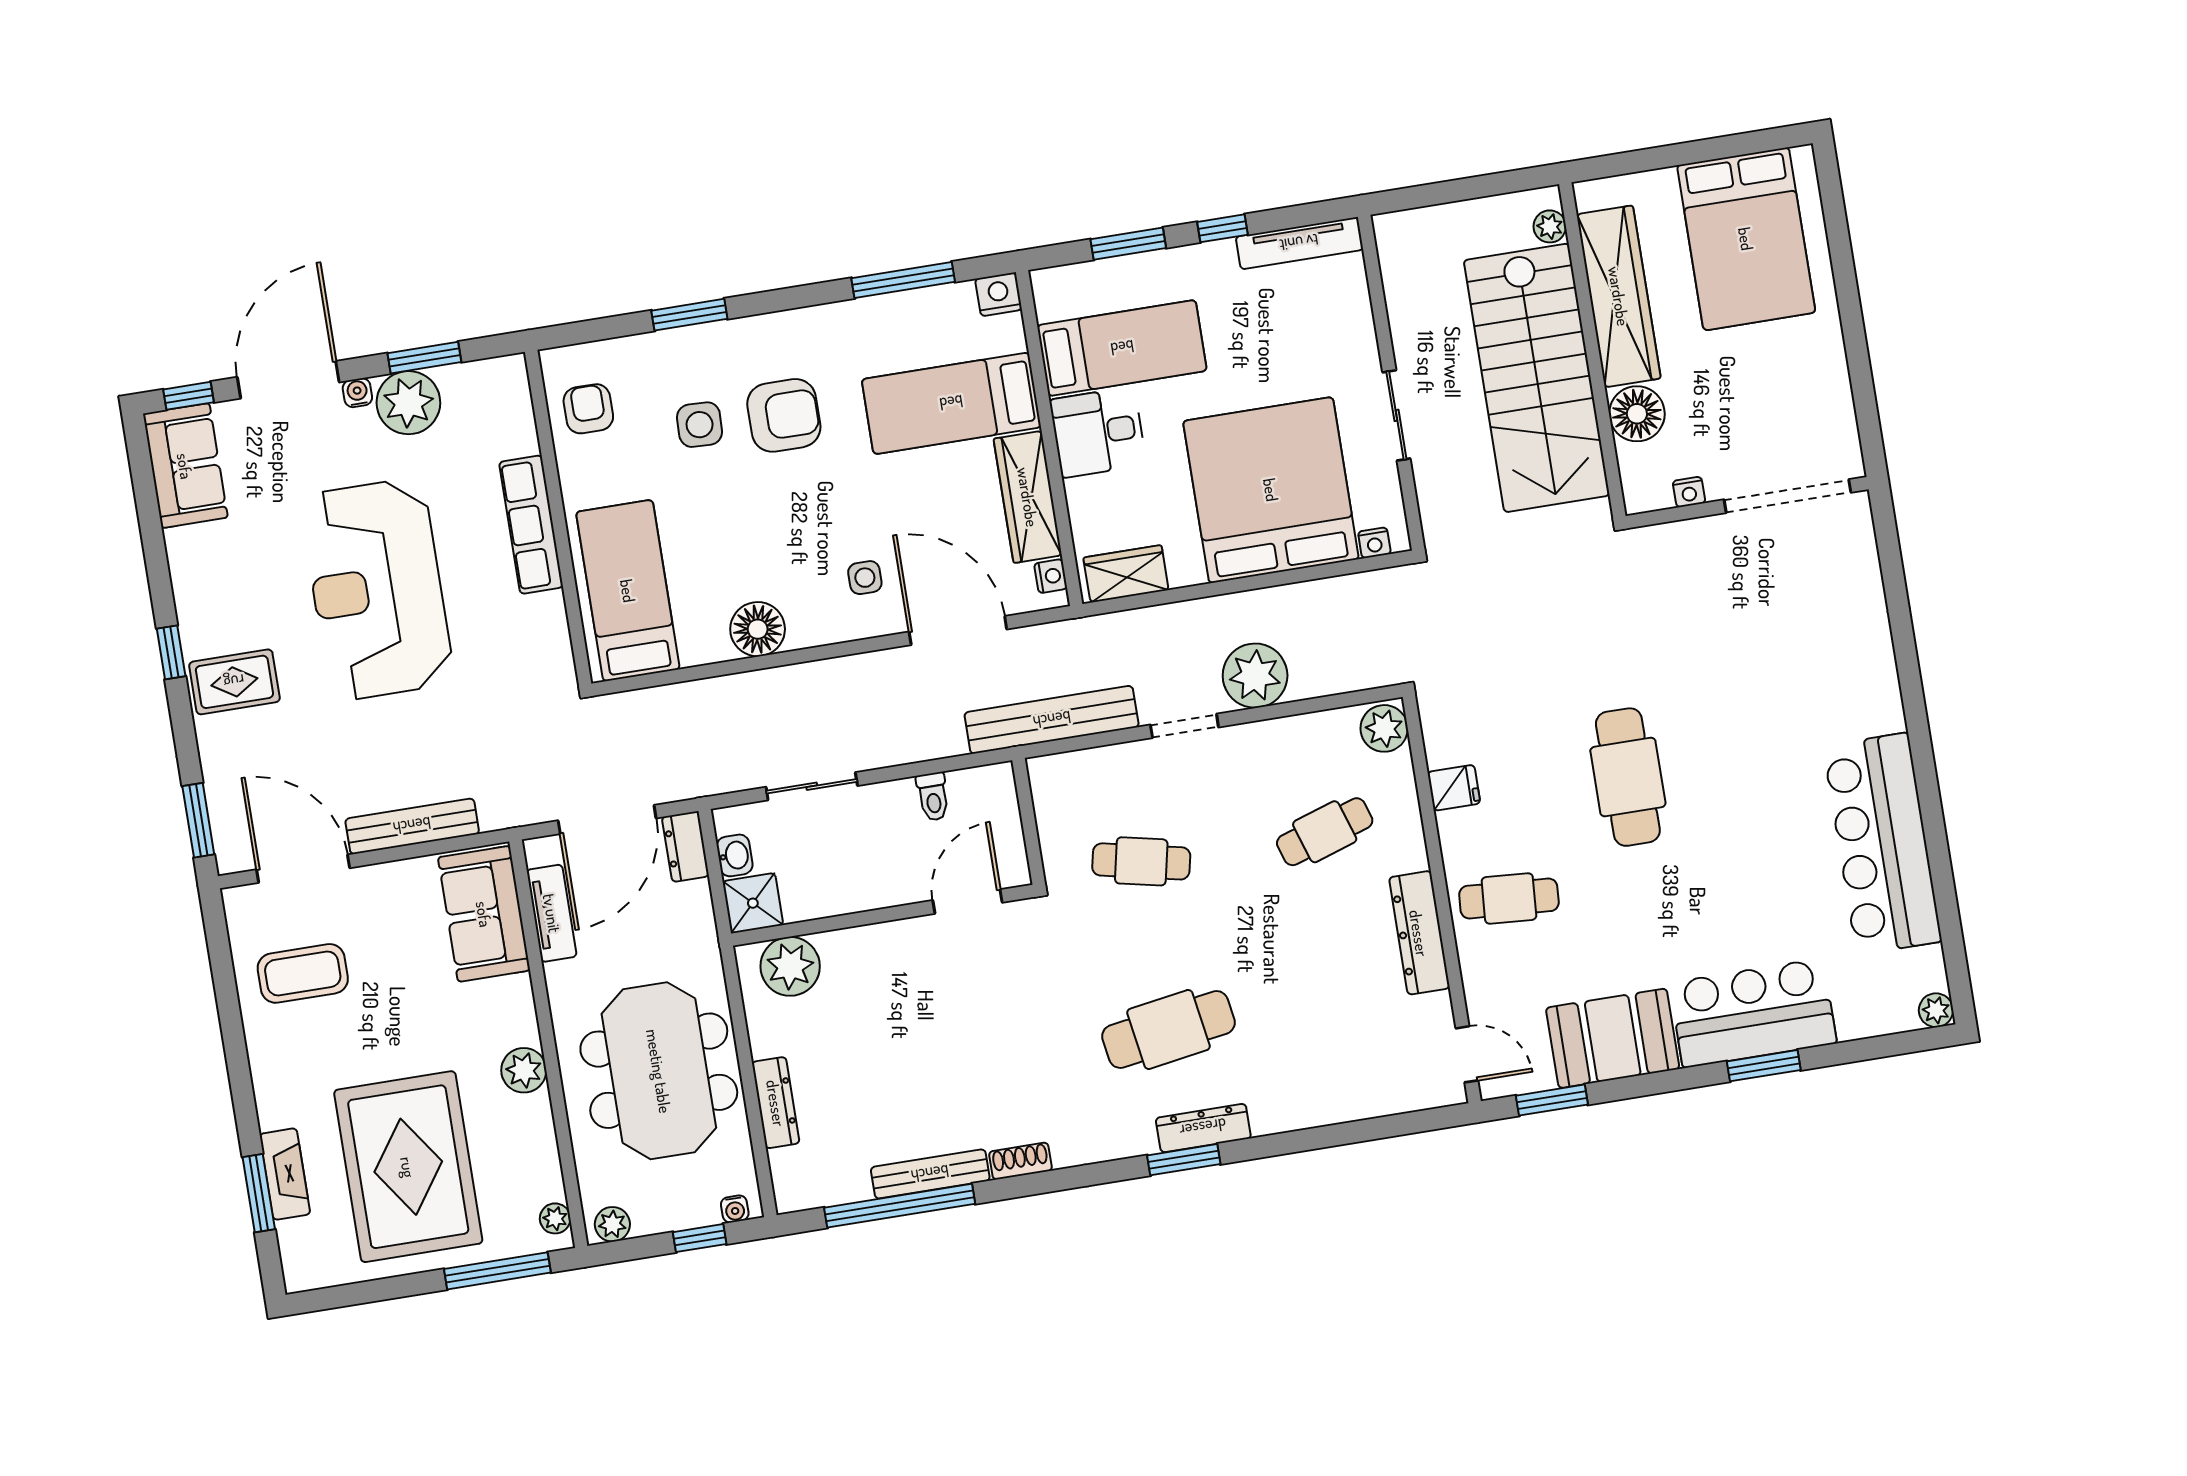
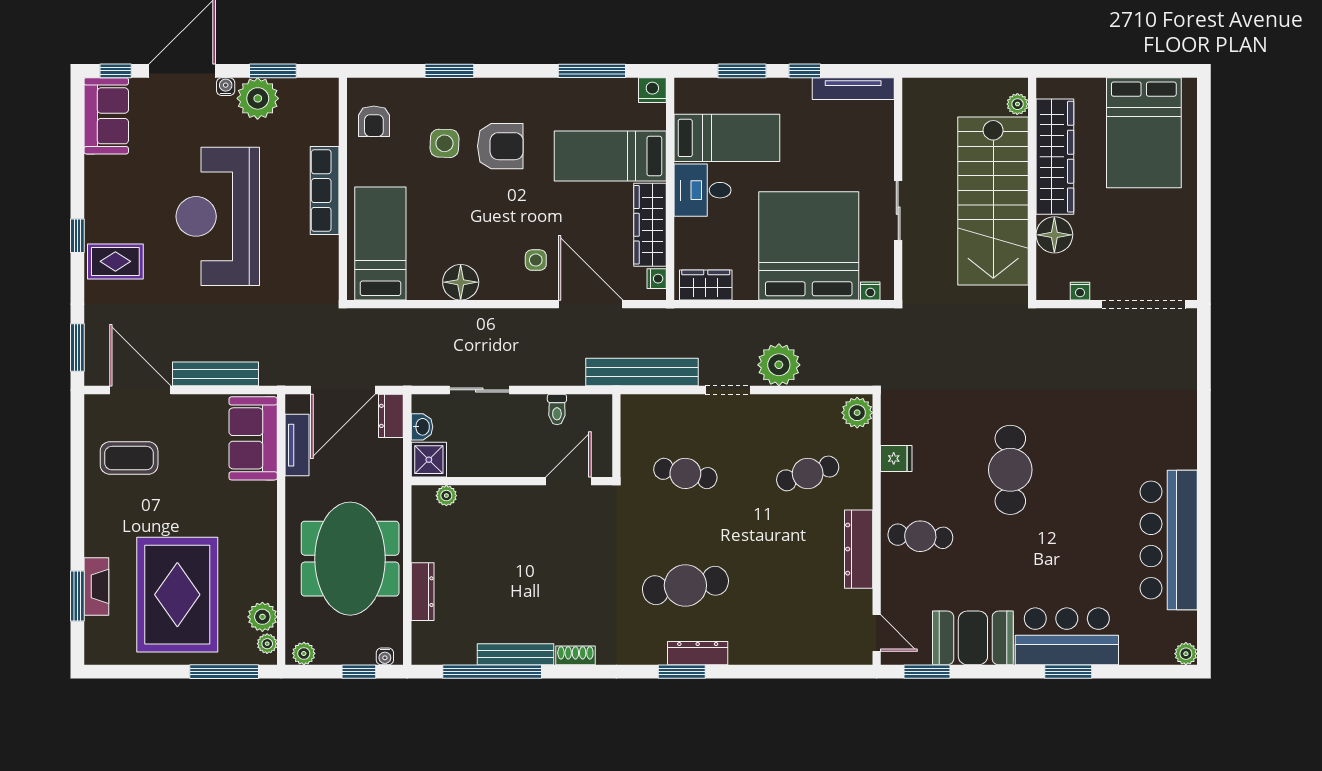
armchair: (588, 409) -> (374, 121), turned 180
plant: (790, 966) -> (446, 496), width x0.53, depth x0.53
plant: (524, 1070) -> (262, 617), moved

